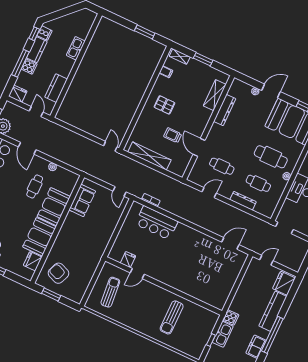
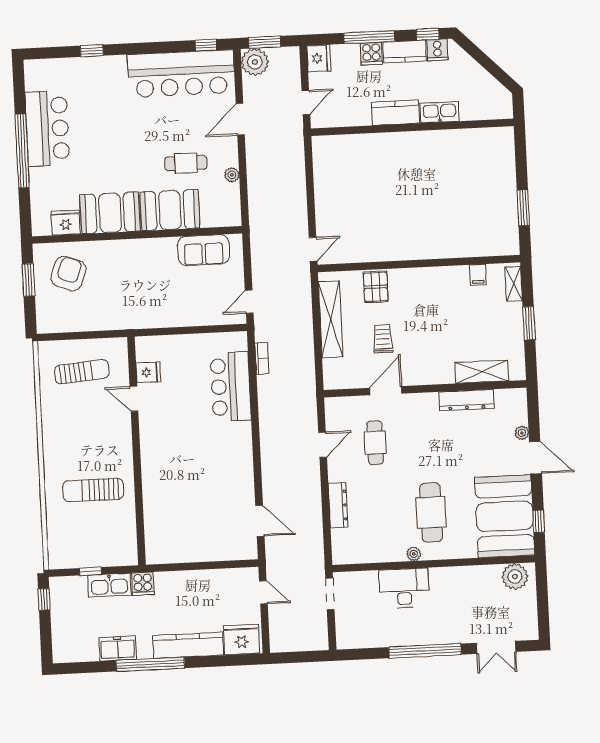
kitchen counter: (56, 88) -> (396, 113), moved
pallet: (164, 105) -> (376, 287), moved
cafe table: (258, 183) -> (379, 515), removed
door: (209, 193) -> (323, 445), hinge flipped

